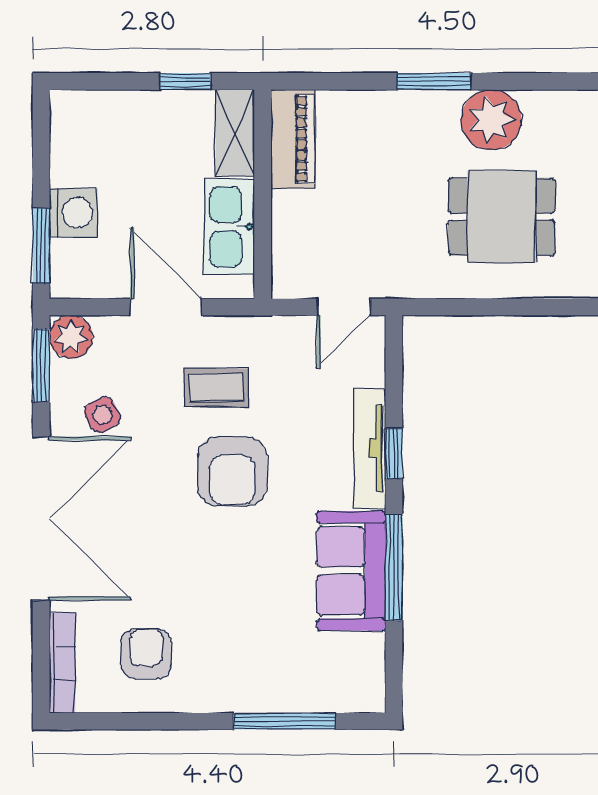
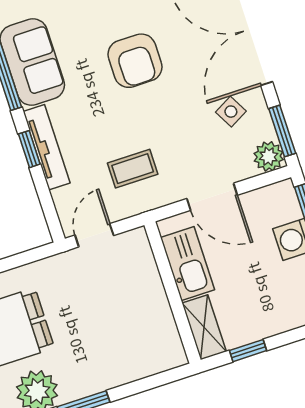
piano: (293, 139) -> (164, 336), removed
coffee table: (216, 388) -> (133, 169), moved
armchair: (232, 471) -> (135, 61), moved, turned 180

